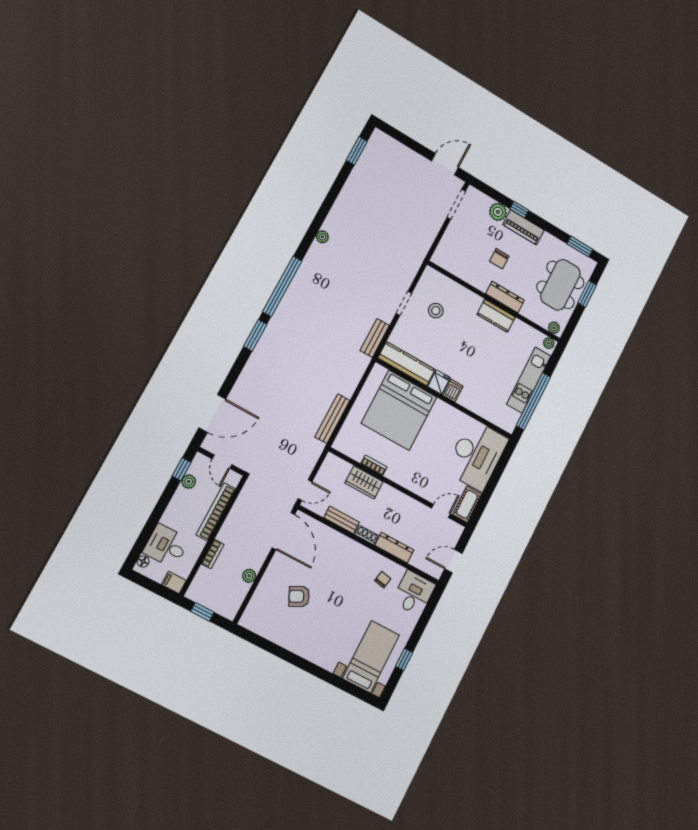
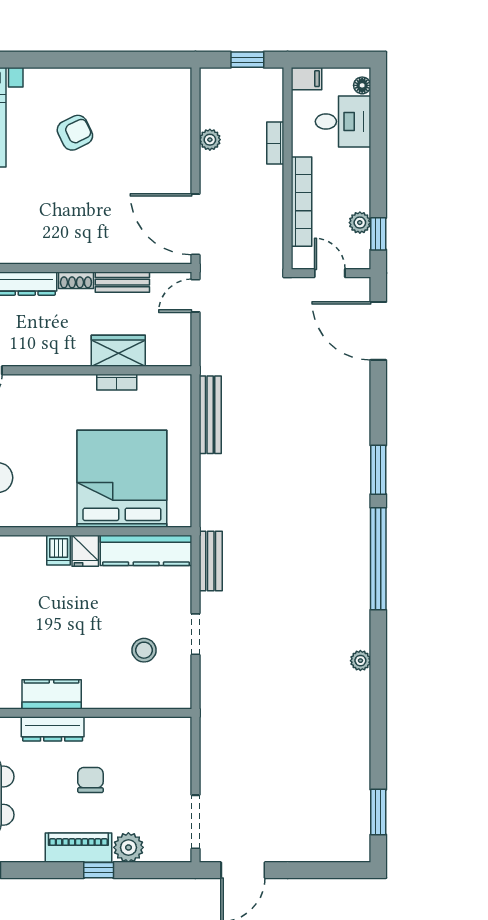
door: (212, 413) -> (378, 331), hinge flipped
chair: (383, 580) -> (20, 231), removed
armchair: (299, 596) -> (75, 133), moved

